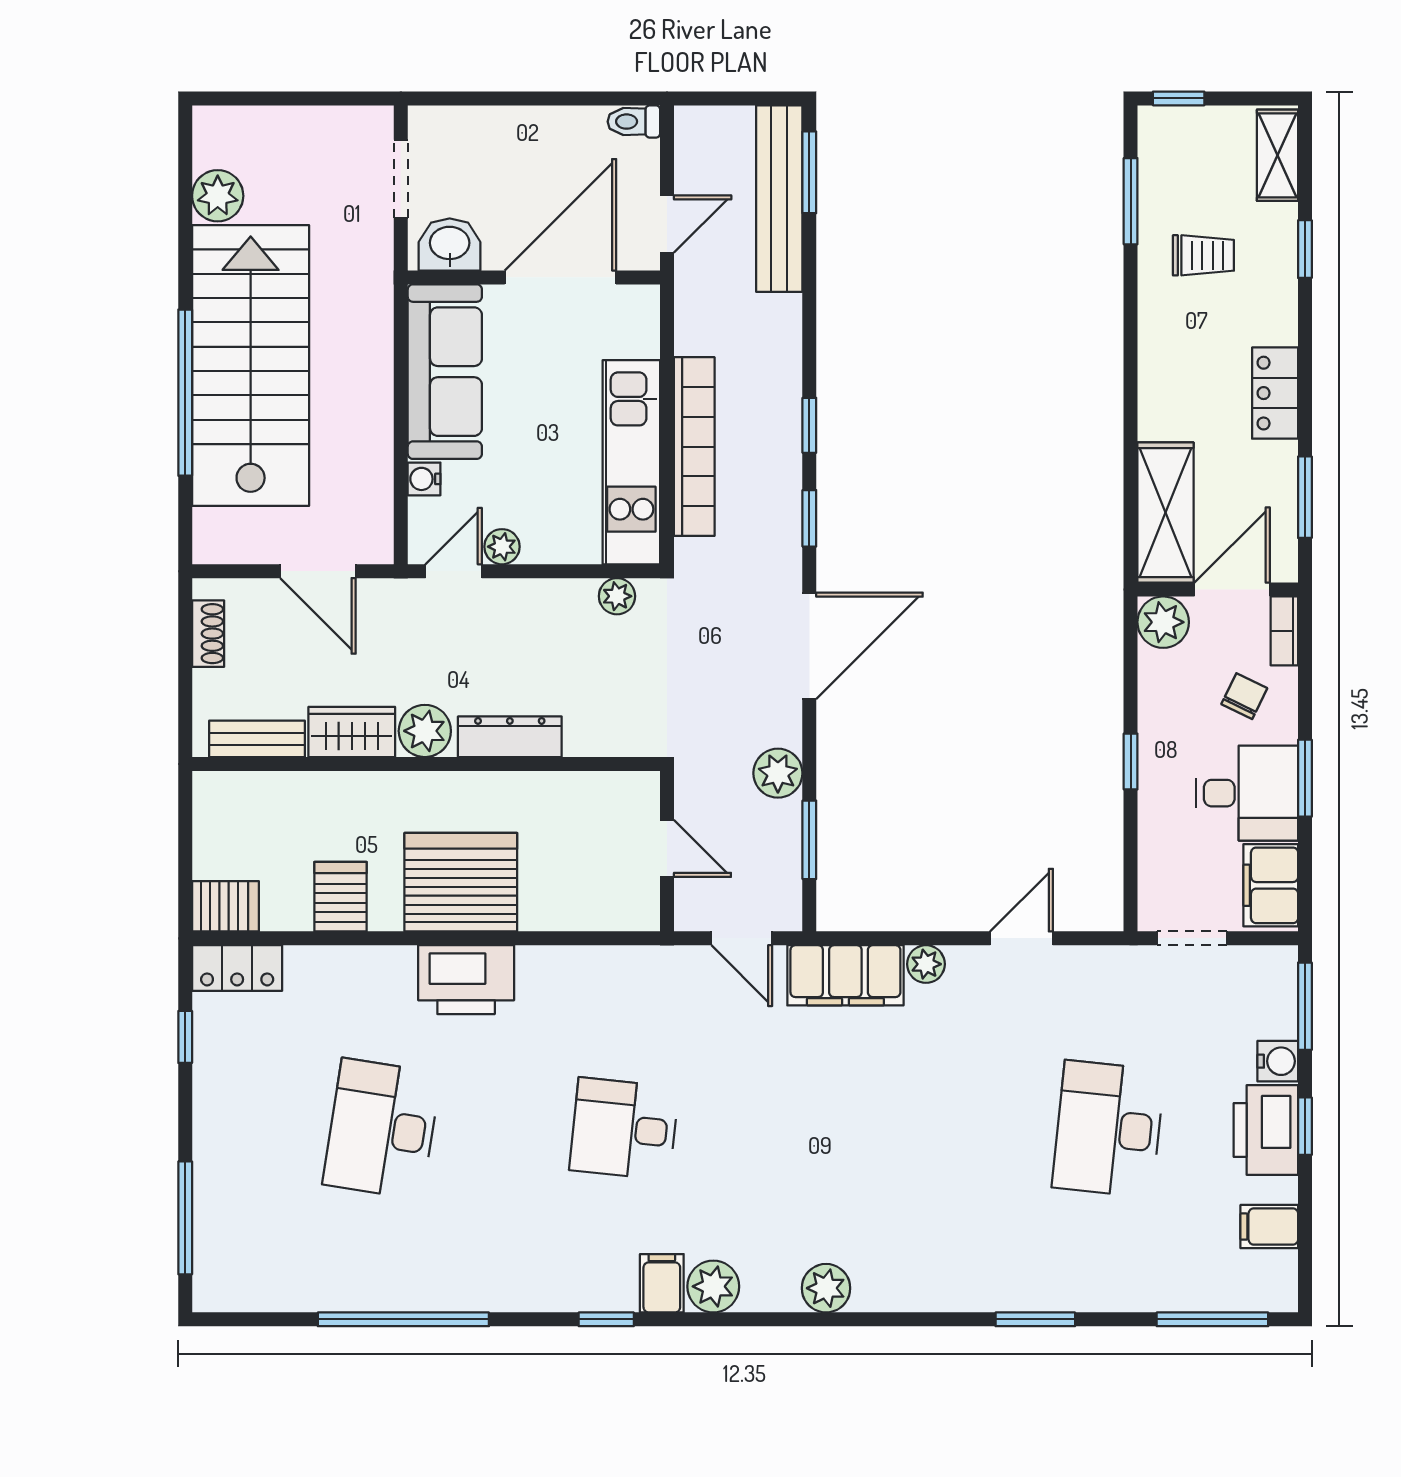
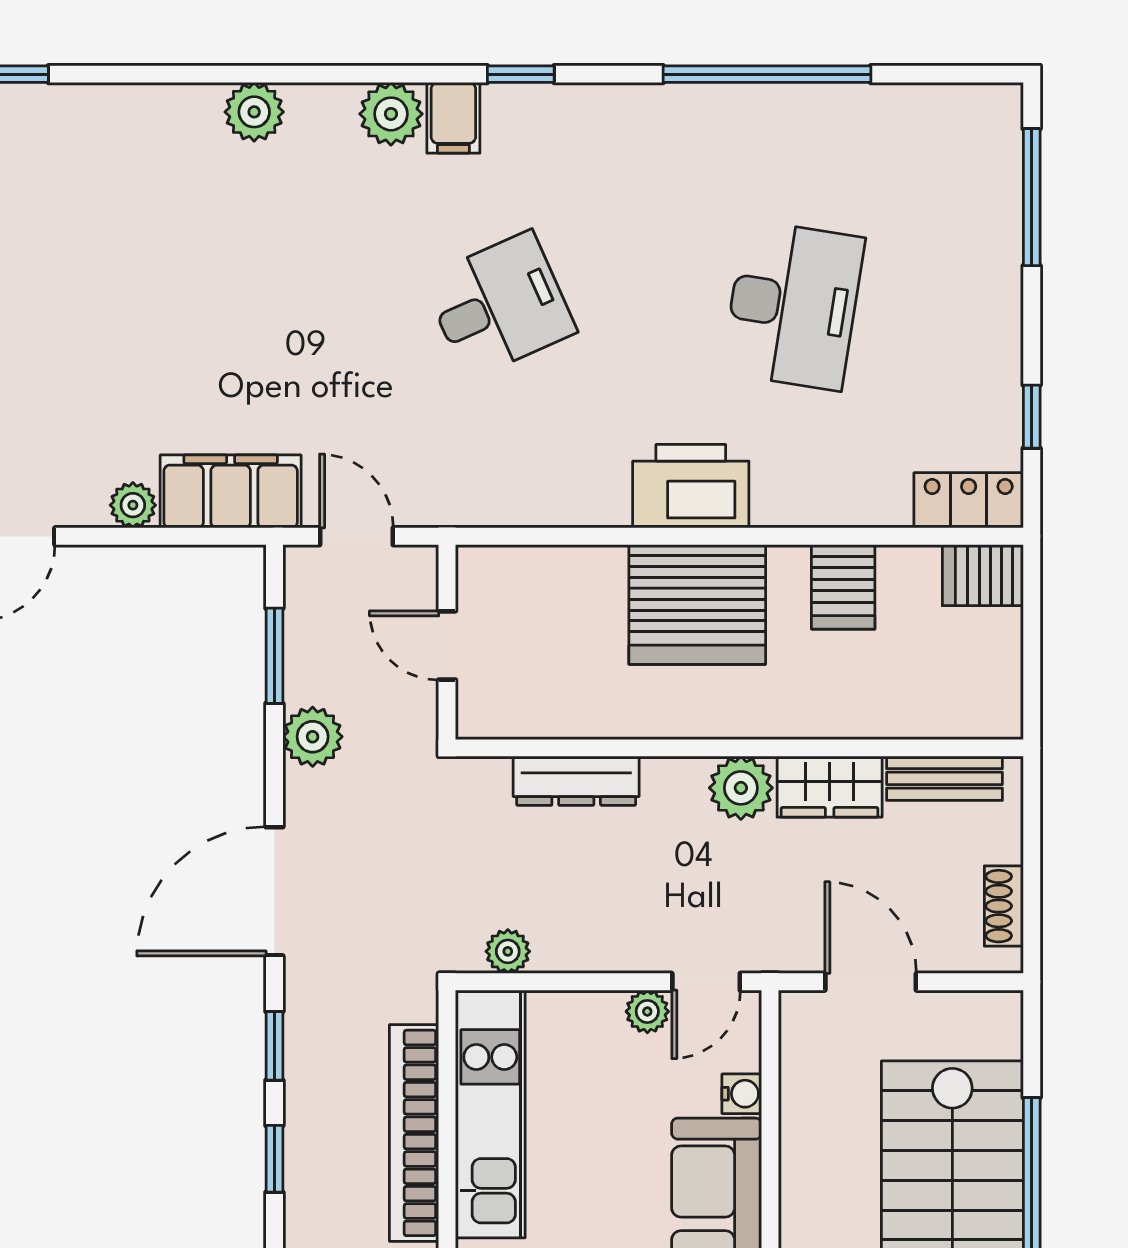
dresser: (510, 737) -> (576, 781), moved
desk: (624, 1129) -> (499, 305), turned -30

